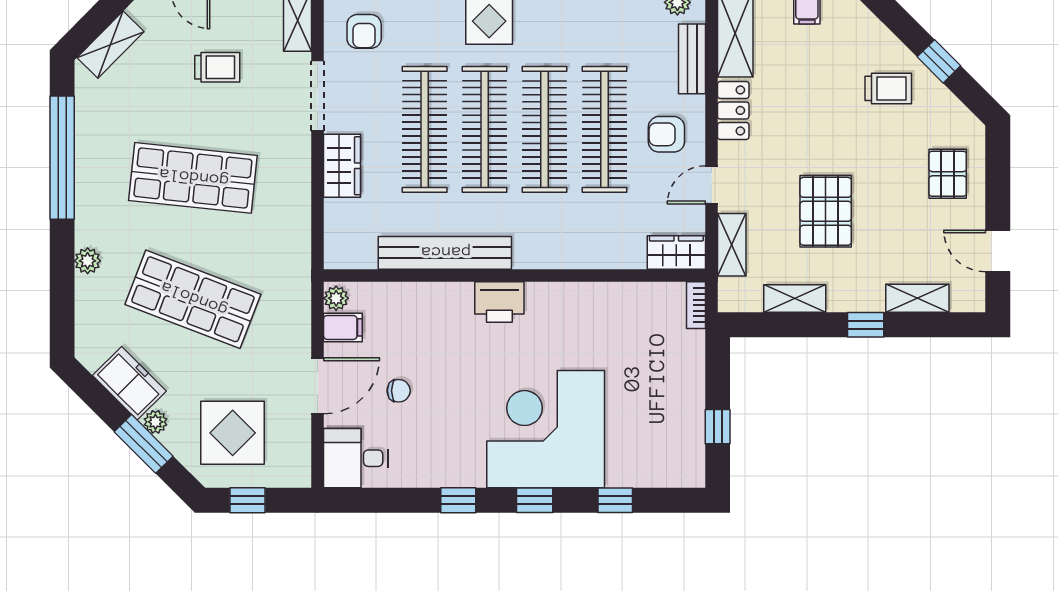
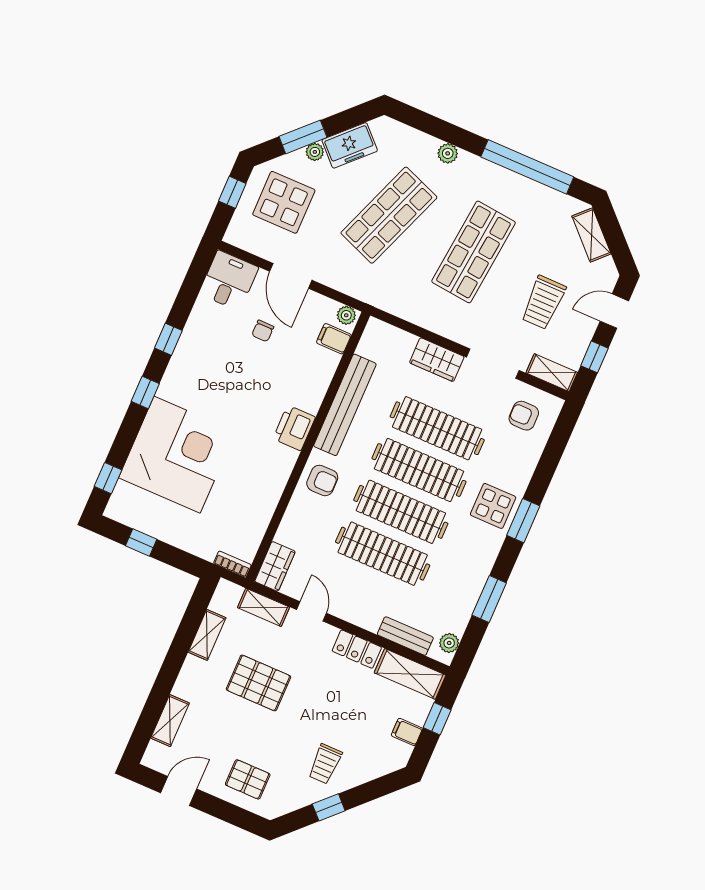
trolley: (217, 67) -> (543, 302), width x1.36, depth x1.39
armchair: (666, 134) -> (322, 480), moved, turned 90
window: (866, 325) -> (167, 676), removed
filing cabinet: (343, 327) -> (334, 339), moved, turned 90
corner desk: (546, 429) -> (177, 455), moved
window: (615, 500) -> (108, 478), moved

